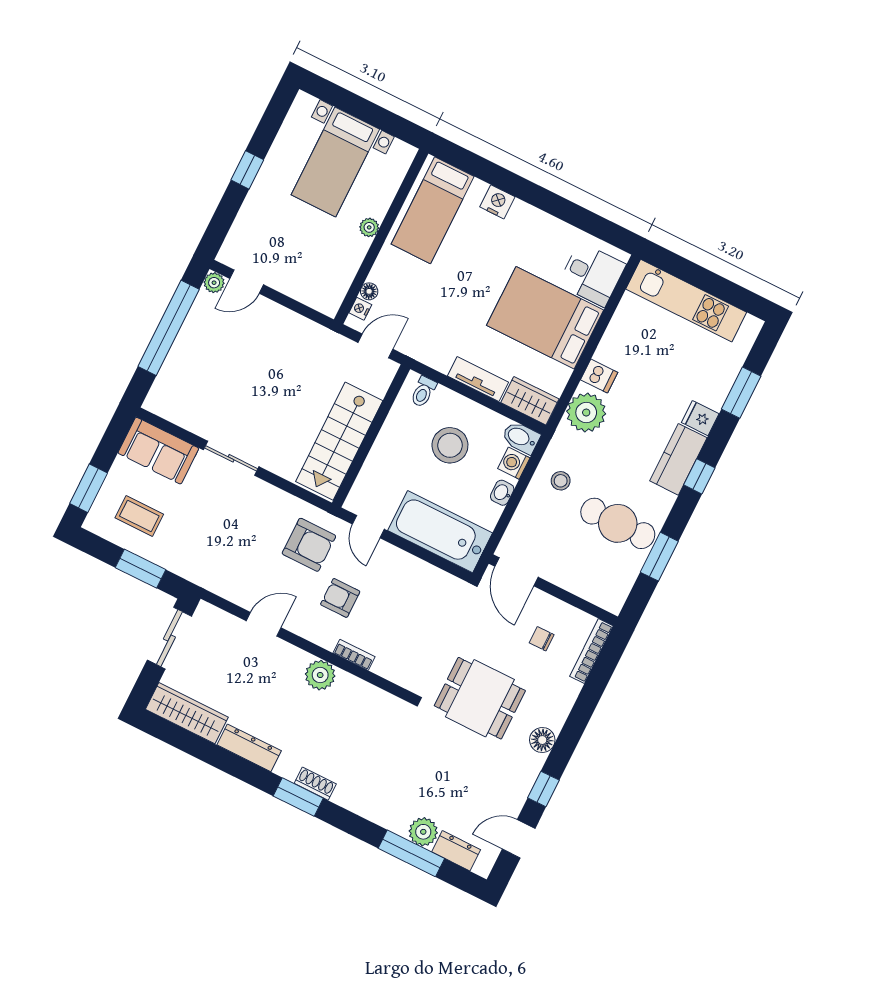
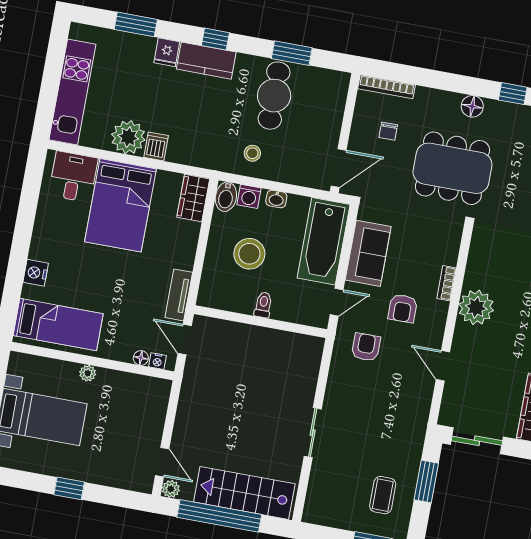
tv unit: (478, 379) -> (179, 295), moved
toilet: (423, 392) -> (263, 305), moved, turned -90
plant: (586, 413) -> (128, 137), moved
stairs: (339, 441) -> (244, 493), moved, turned 180
sofa: (158, 451) -> (368, 253), moved
armchair: (309, 545) -> (366, 347), width x0.72, depth x0.72
plant: (320, 675) -> (476, 307), width x1.36, depth x1.36
dining table: (480, 698) -> (452, 168), width x1.38

